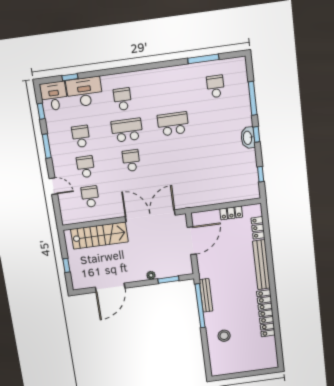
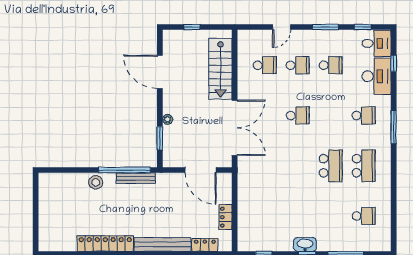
window: (203, 59) -> (394, 127), moved
school desk: (127, 130) -> (364, 166), moved
stool: (224, 336) -> (96, 182), moved

